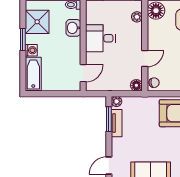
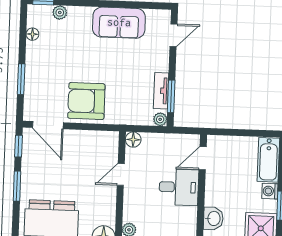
desk: (100, 38) -> (179, 187), moved
chair: (154, 83) -> (110, 142), removed

